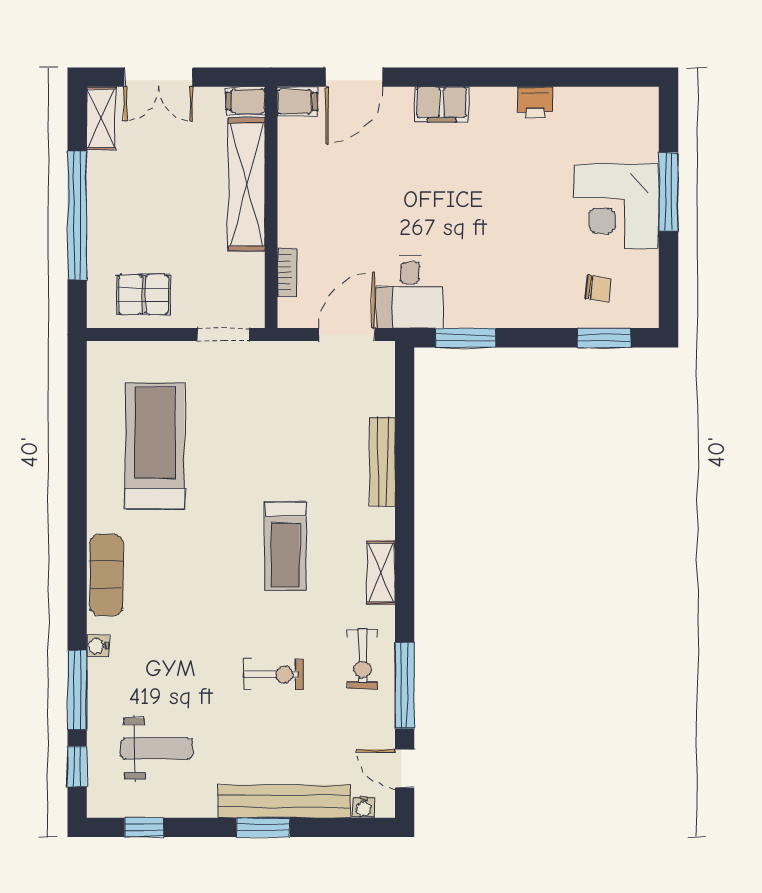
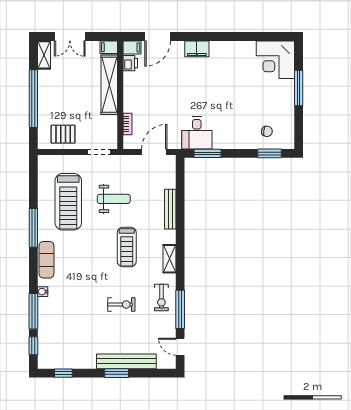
printer: (535, 102) -> (130, 63), moved, turned -90
corner desk: (617, 206) -> (275, 60), moved
desk: (410, 292) -> (197, 133), moved
treadmill: (155, 446) -> (68, 202), turned 180
window: (77, 504) -> (33, 228), added
weight bench: (157, 748) -> (114, 199), moved
water cooler: (364, 807) -> (162, 364), removed

